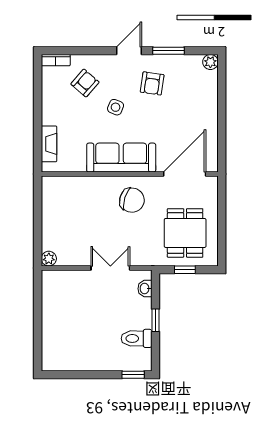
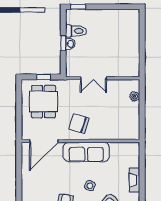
fireplace: (49, 144) -> (134, 180), moved
plant: (49, 259) -> (135, 96), moved
washbasin: (145, 289) -> (70, 44), moved

